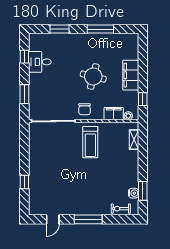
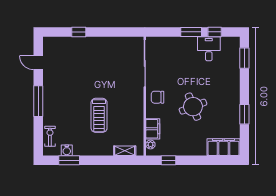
window: (60, 29) -> (244, 58), moved
window: (100, 29) -> (244, 114), width x0.69
filing cabinet: (131, 75) -> (224, 147), moved
round table: (93, 77) -> (193, 107), turned -35
window: (24, 94) -> (191, 32), moved
treadmill: (90, 142) -> (99, 115), moved, turned -90

